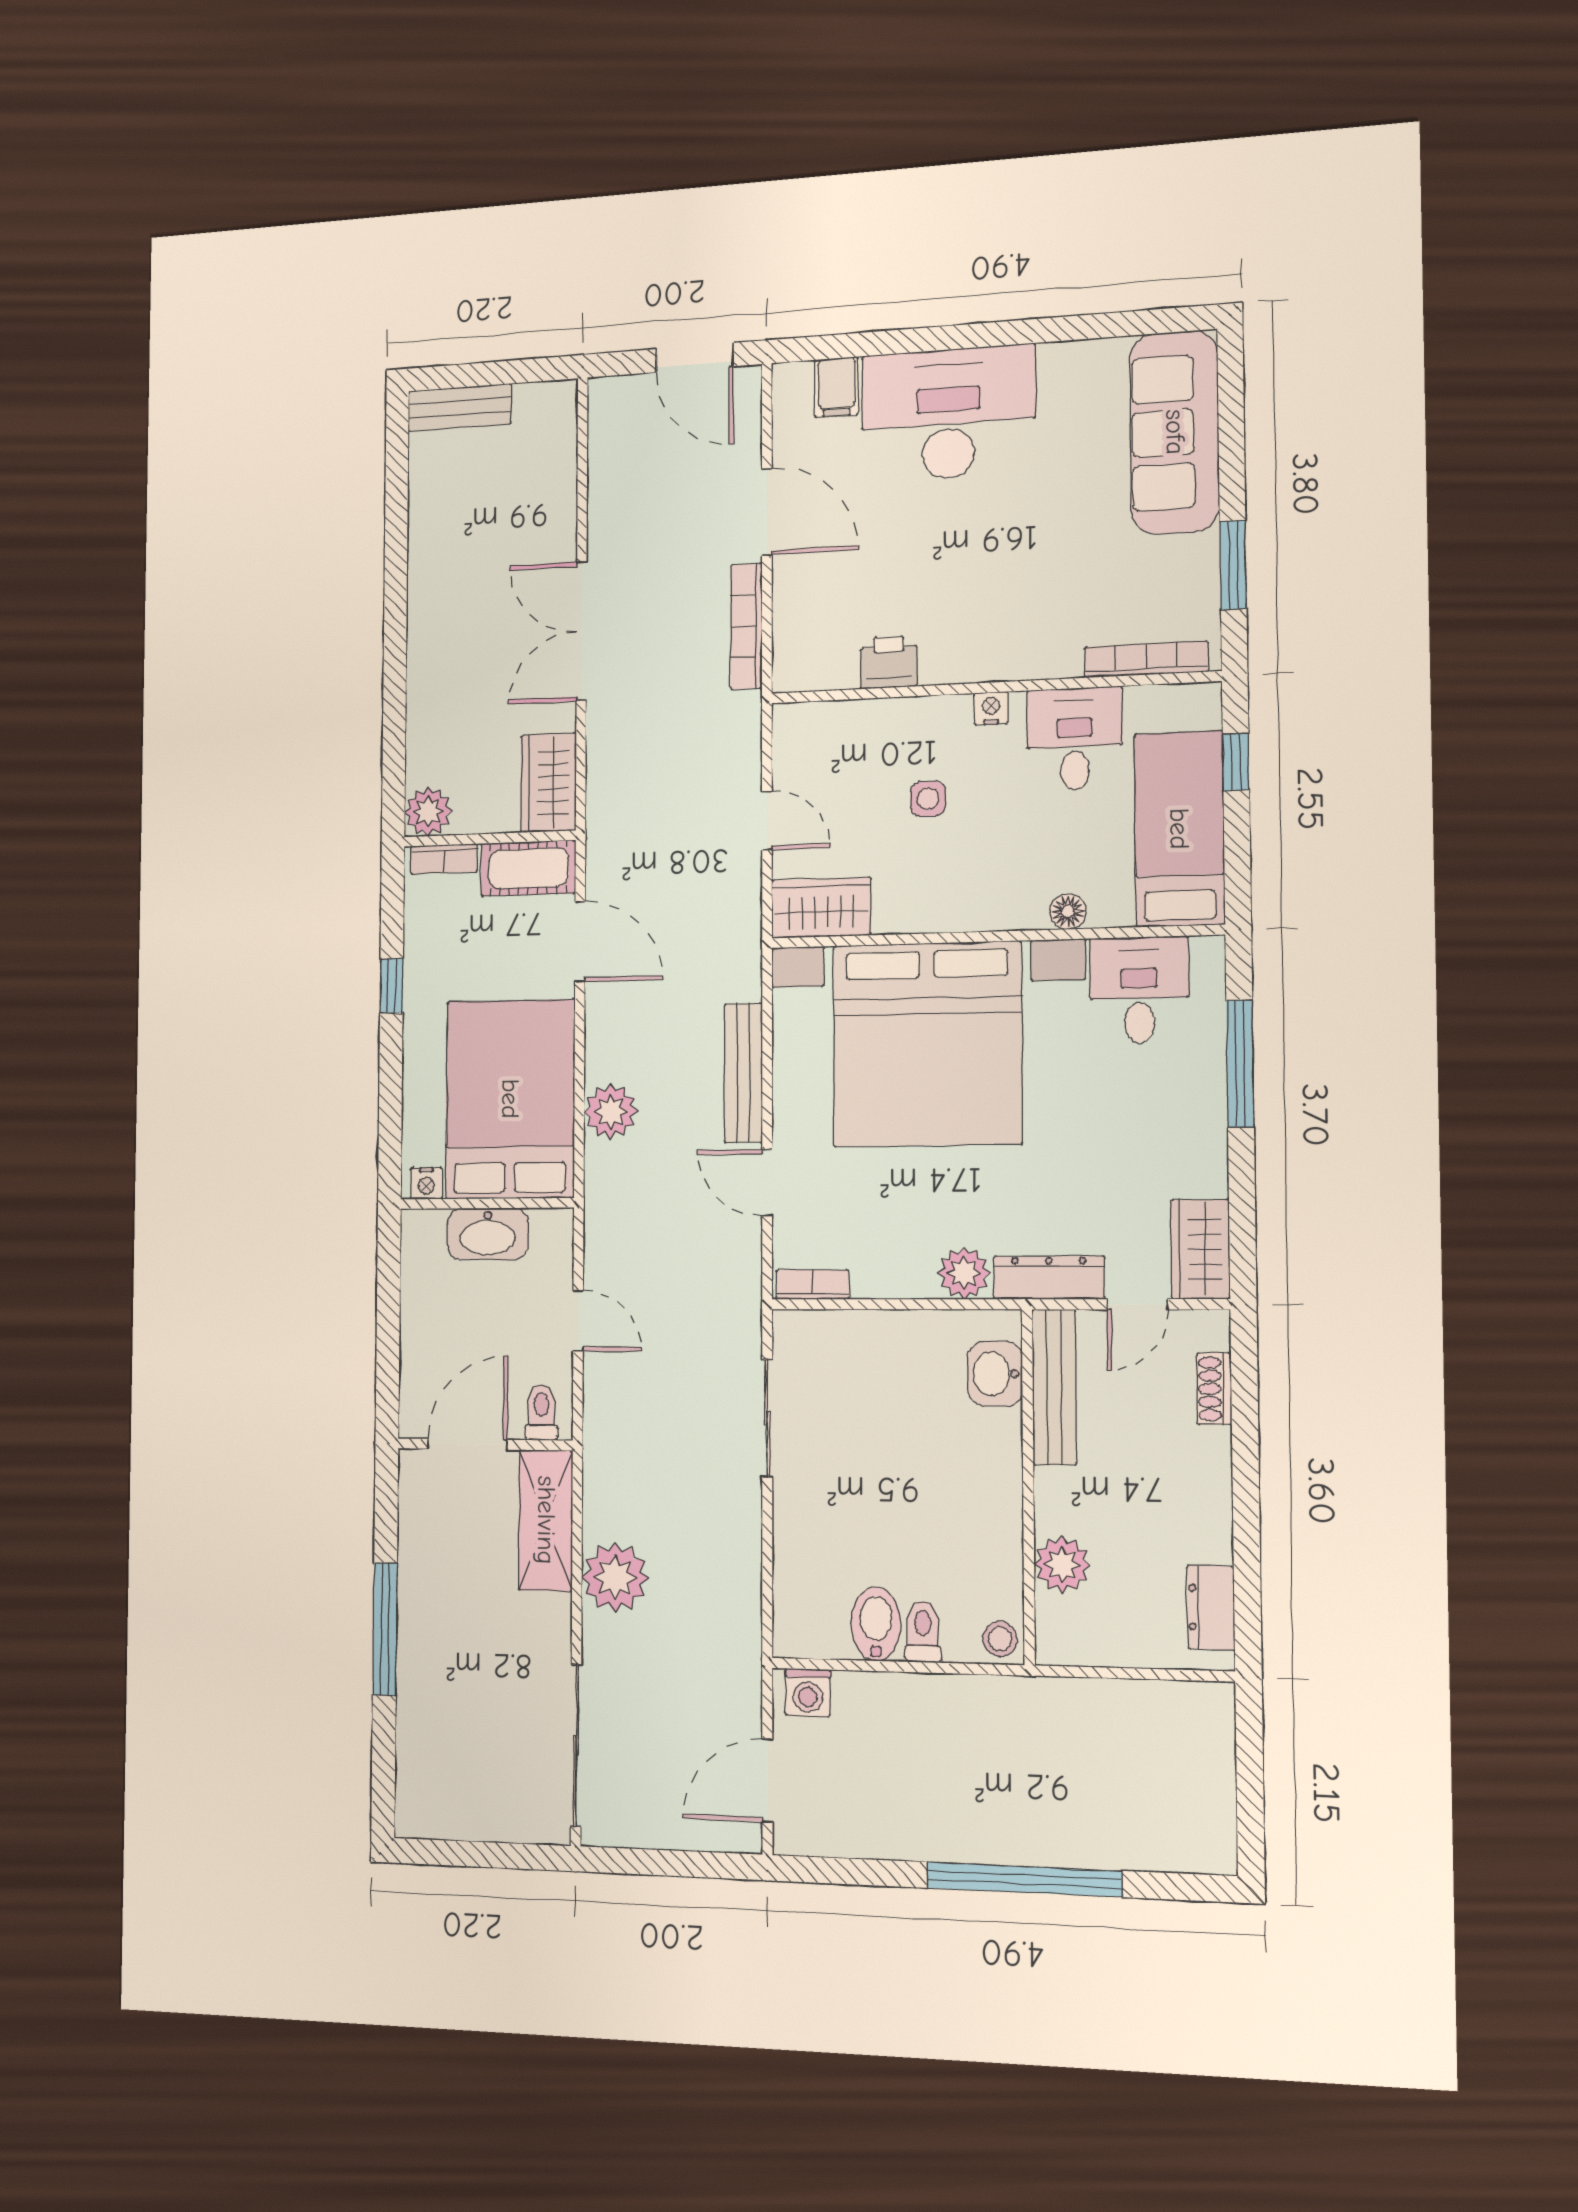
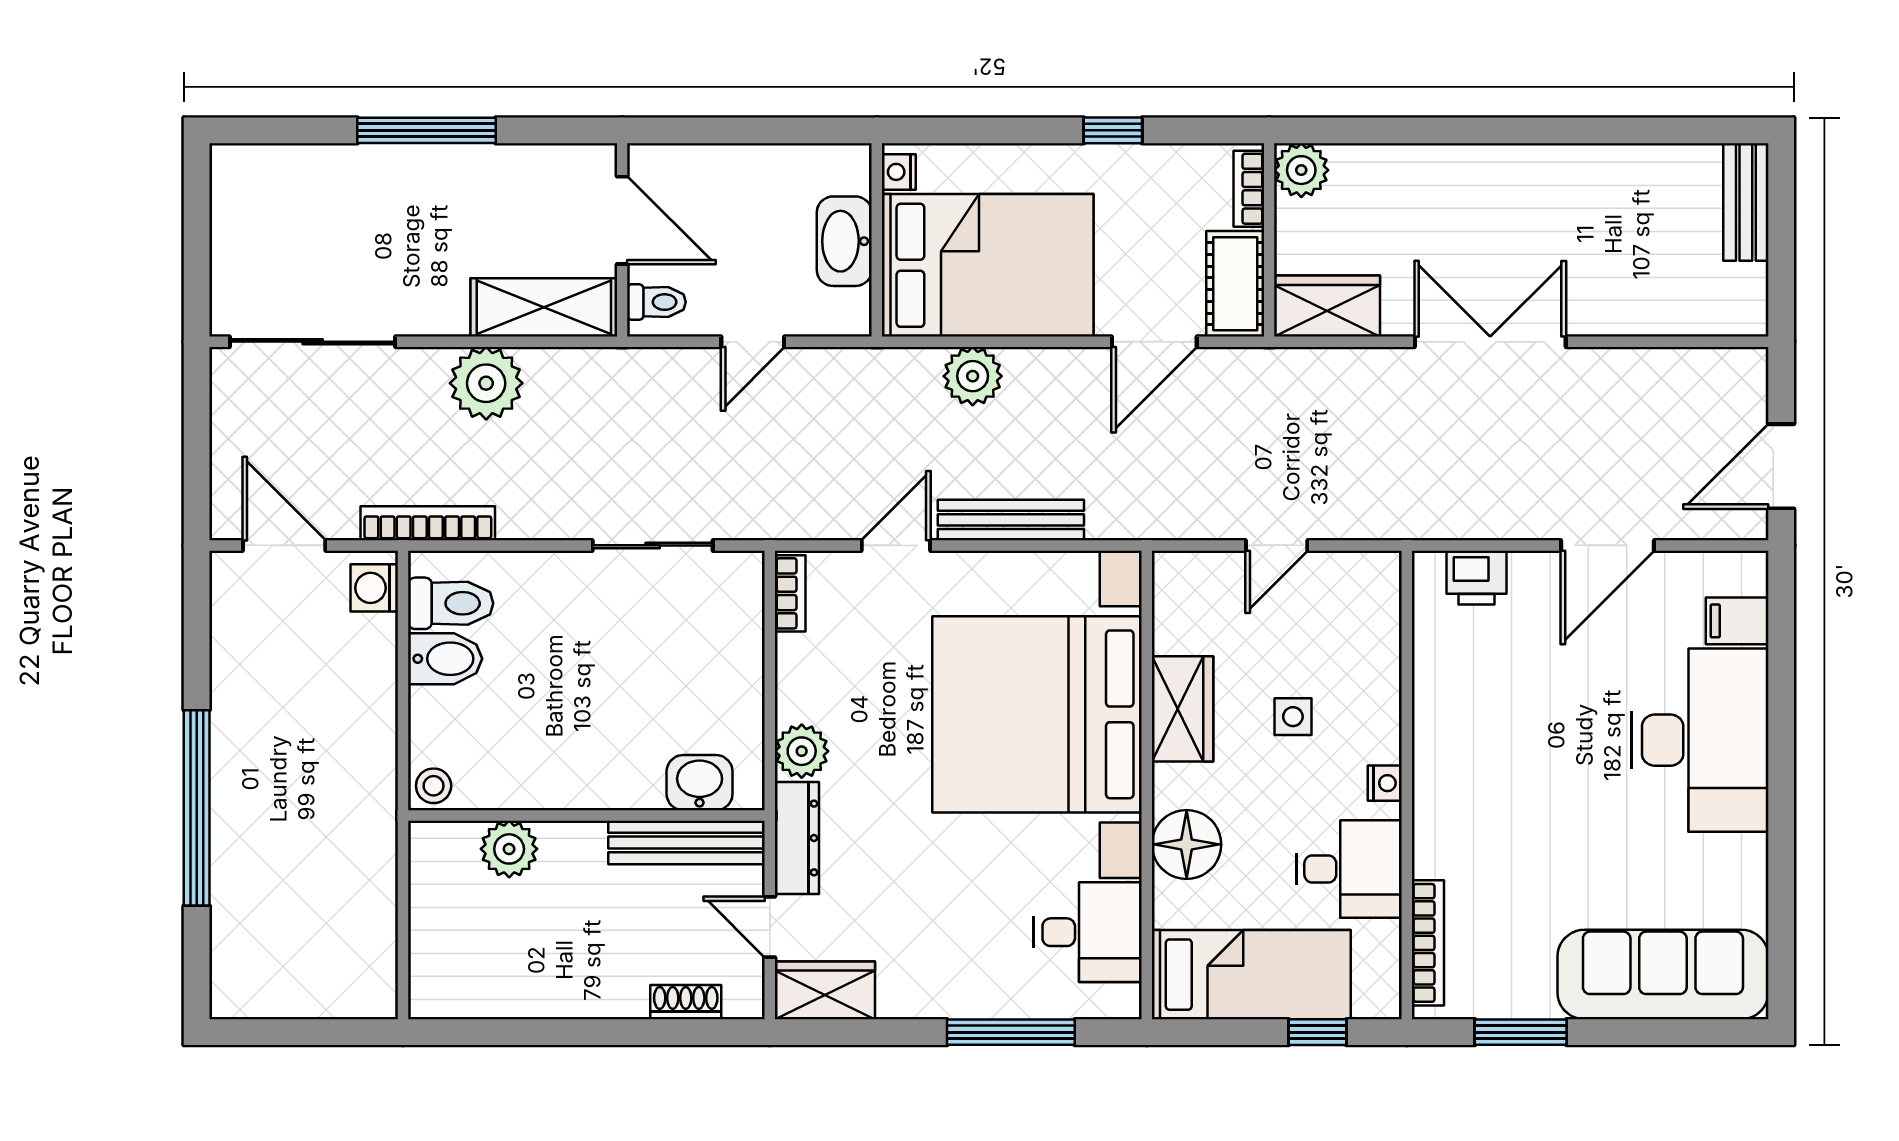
bookcase: (746, 626) -> (428, 523), moved
printer: (889, 662) -> (1476, 578), moved, turned 90
wardrobe: (821, 908) -> (1183, 709), moved
floor lamp: (1068, 912) -> (1187, 844), width x1.89, depth x1.89
dresser: (1211, 1608) -> (470, 996), removed
toilet: (923, 1632) -> (451, 603), moved, width x1.37, depth x1.39

